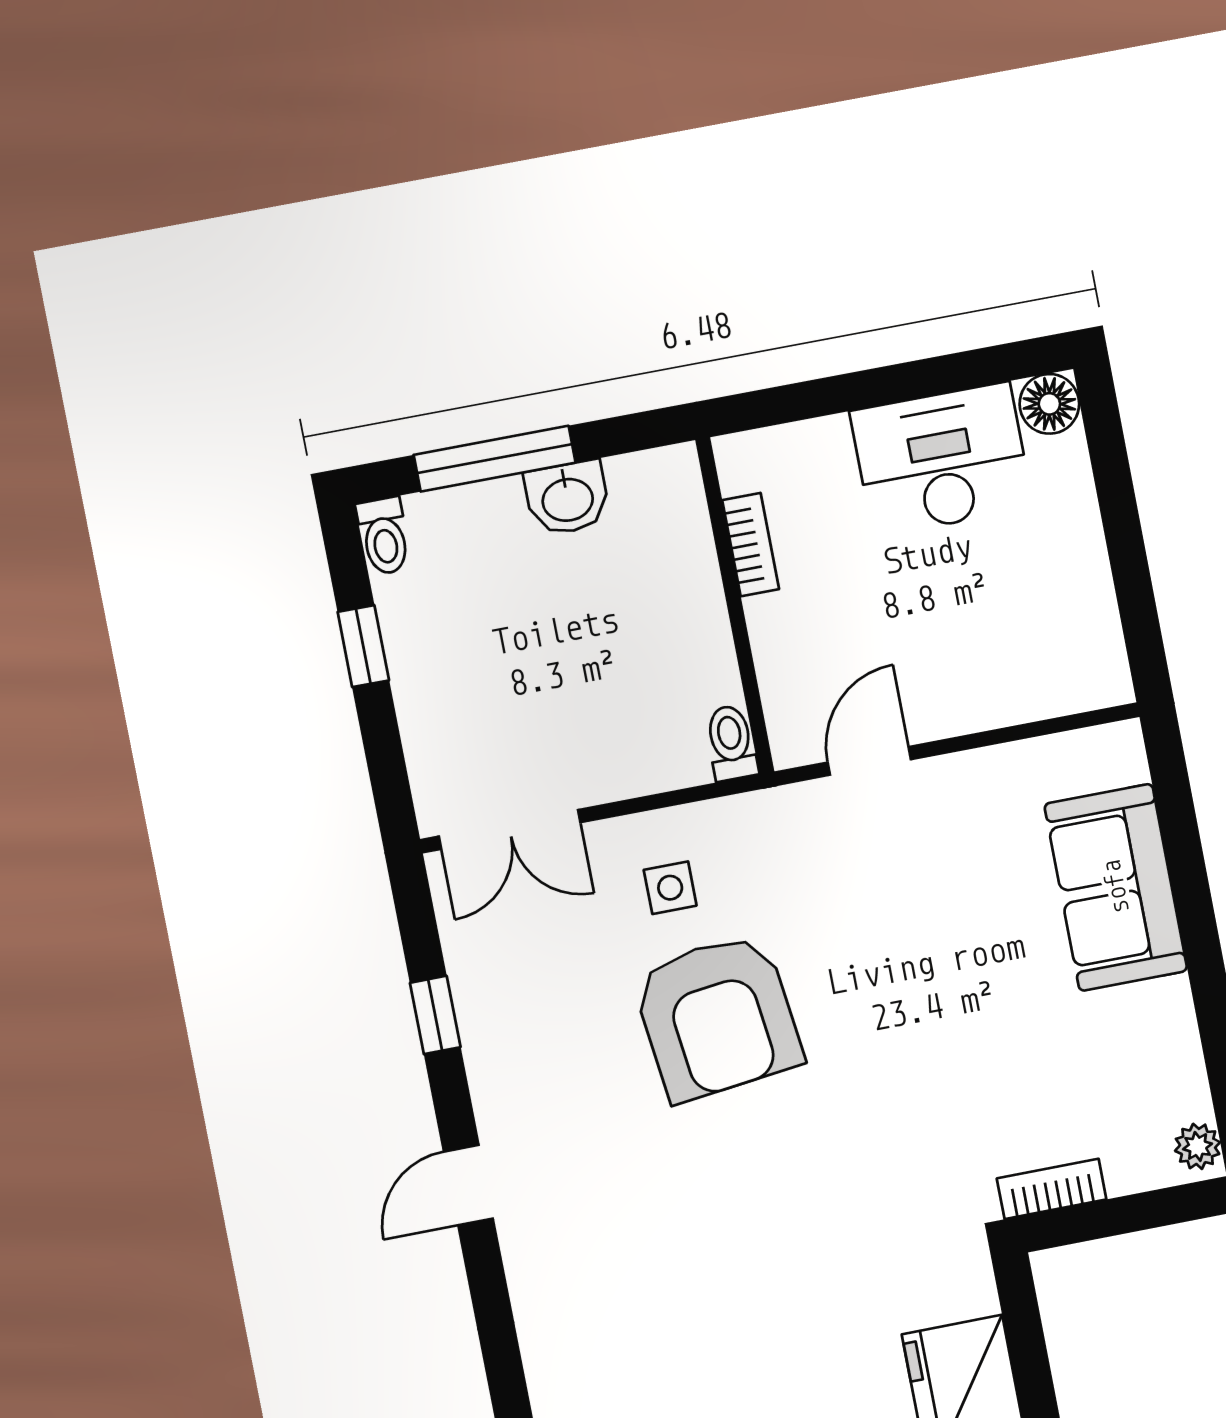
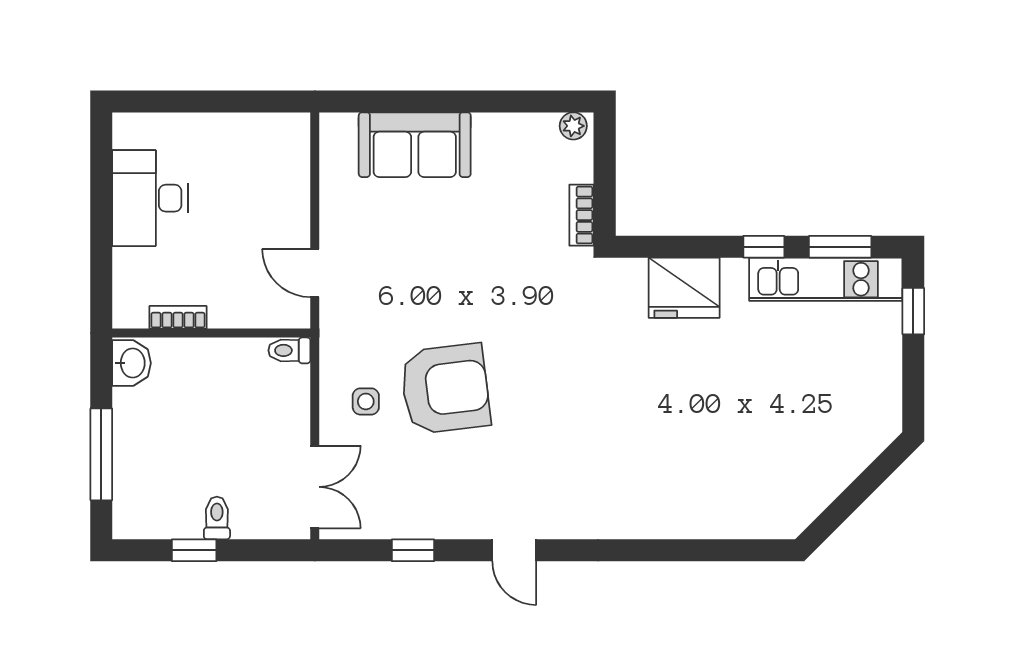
floor lamp: (1049, 404) -> (130, 130), removed
washbasin: (567, 498) -> (132, 363), moved
toilet: (384, 536) -> (217, 518), moved, turned -90

